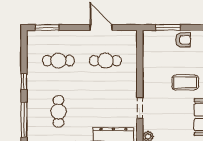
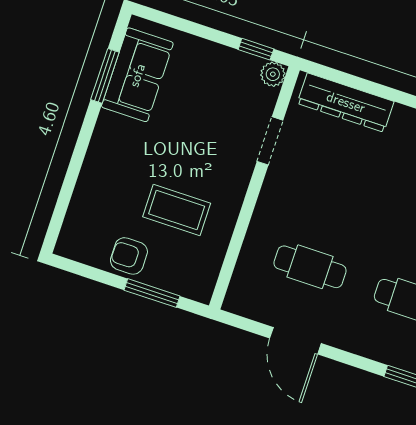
coffee table: (185, 82) -> (177, 210), moved

